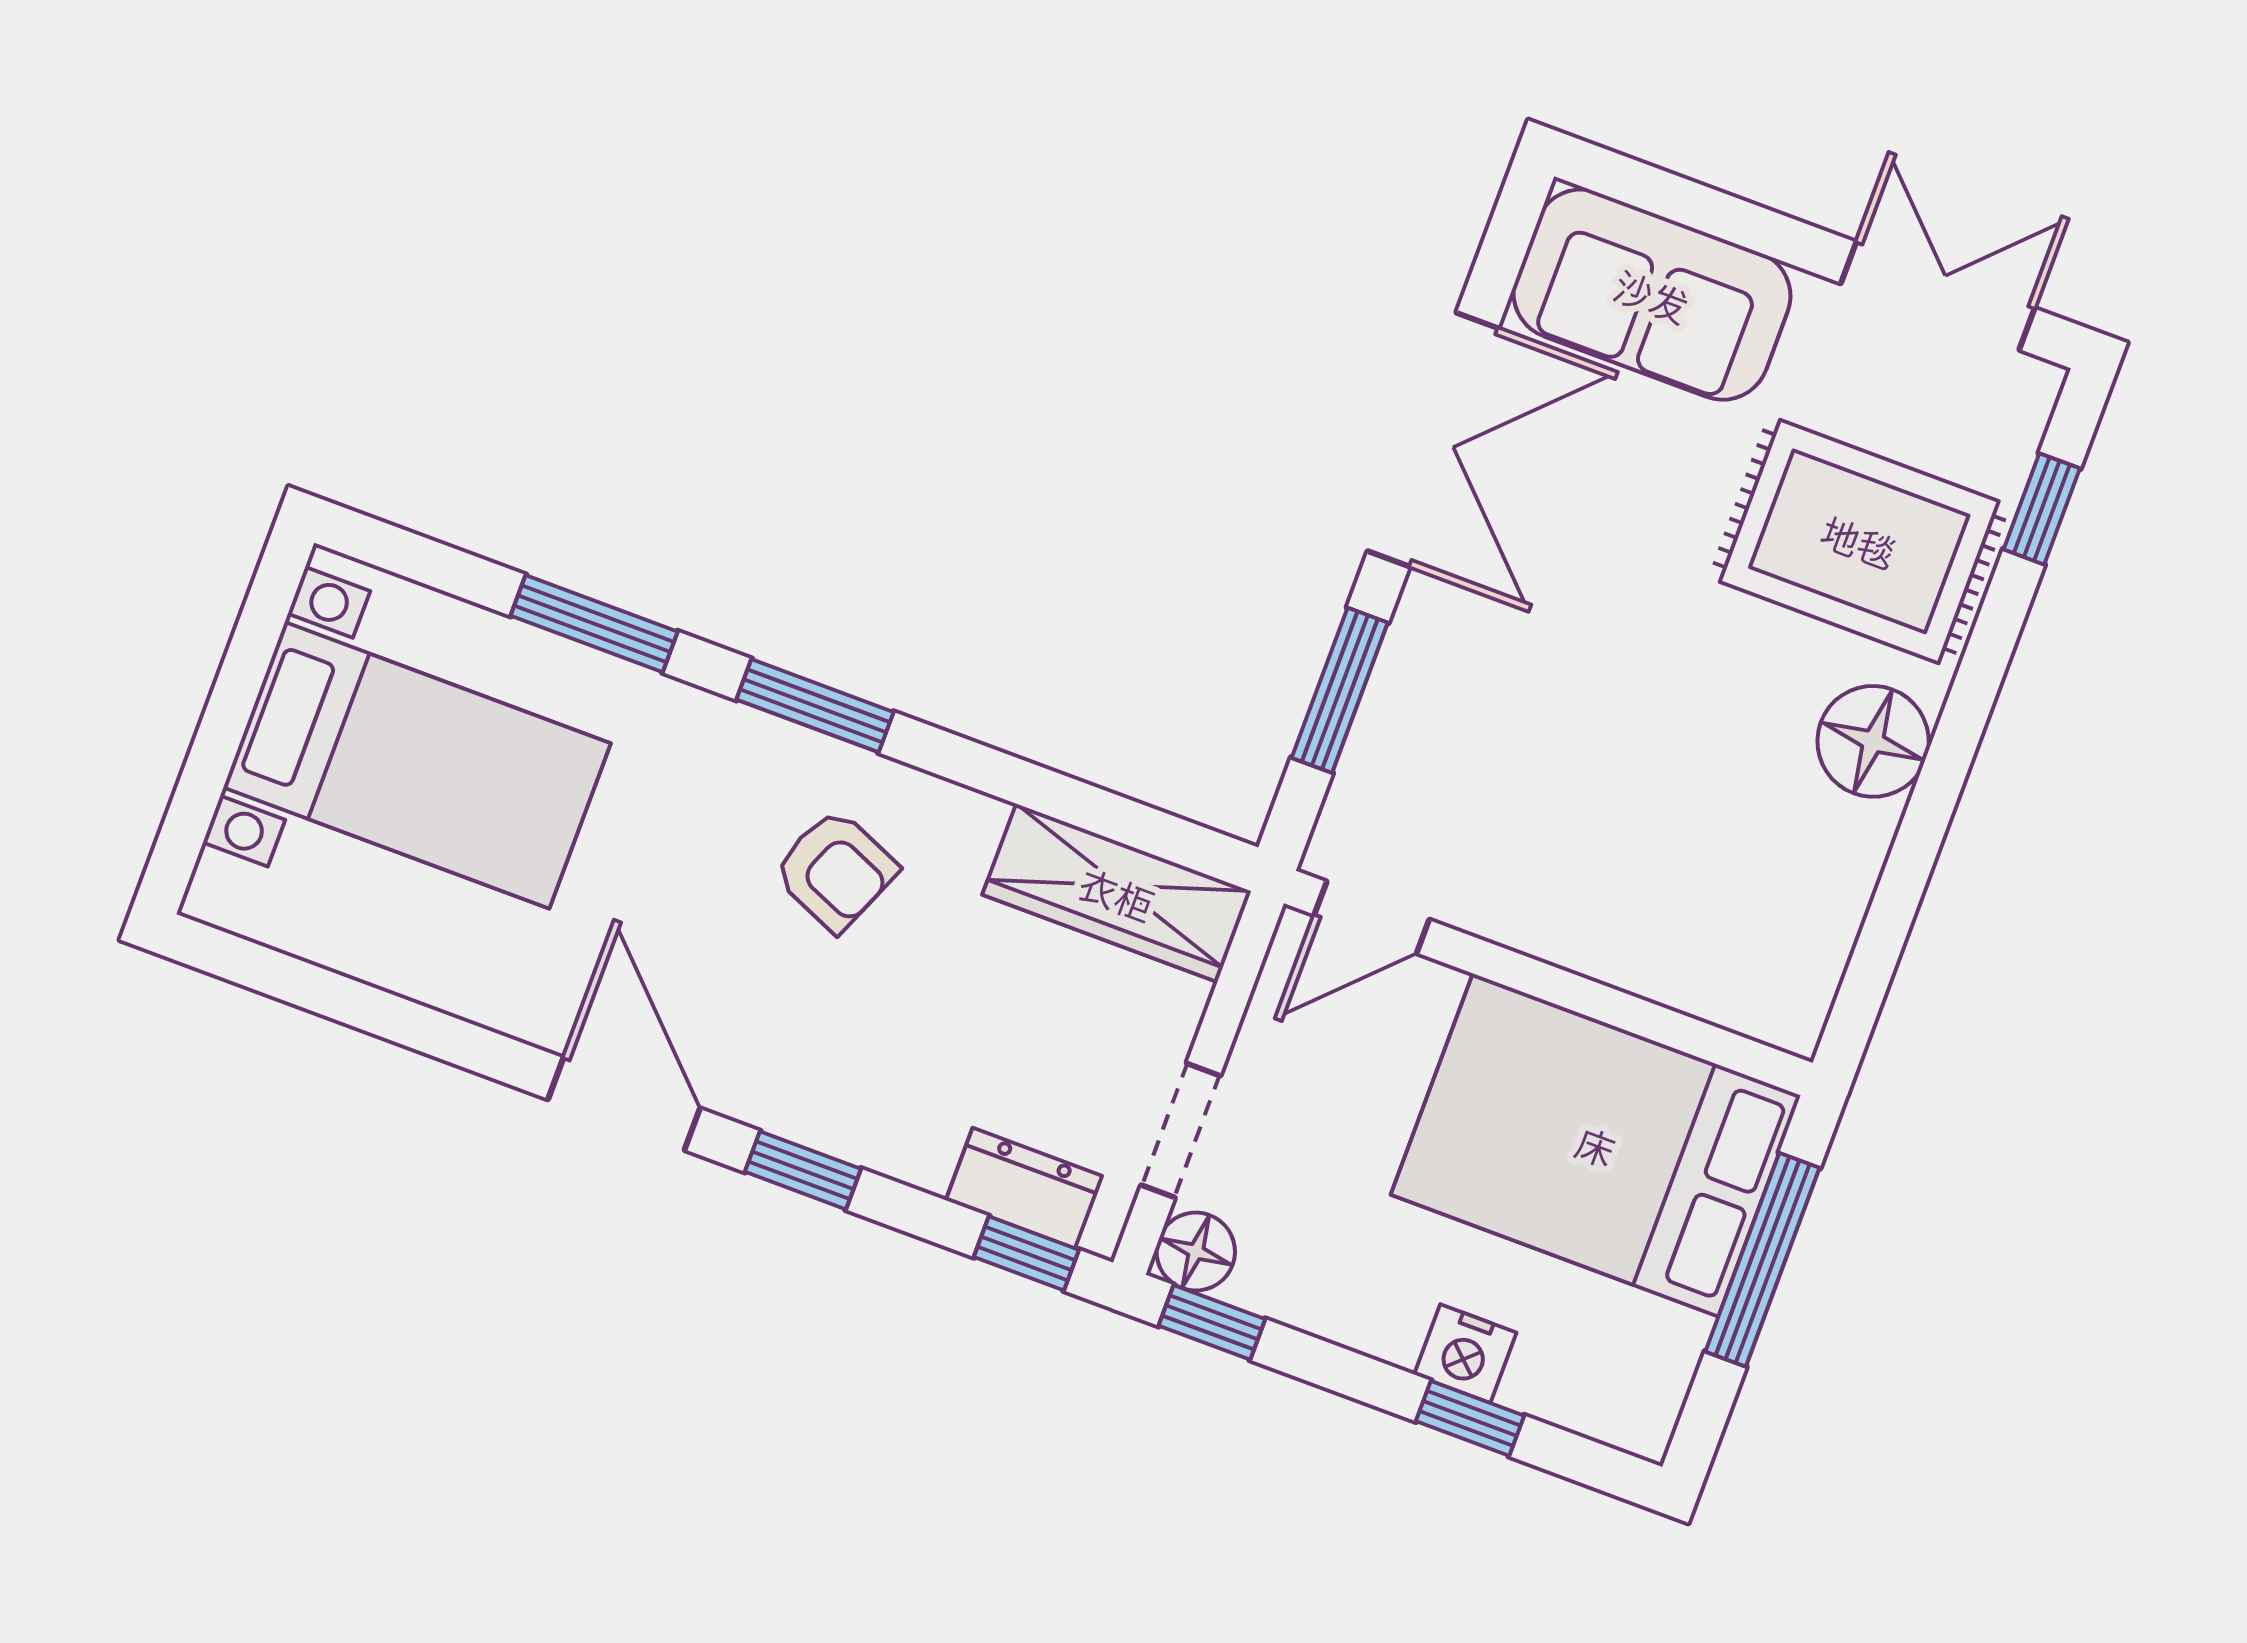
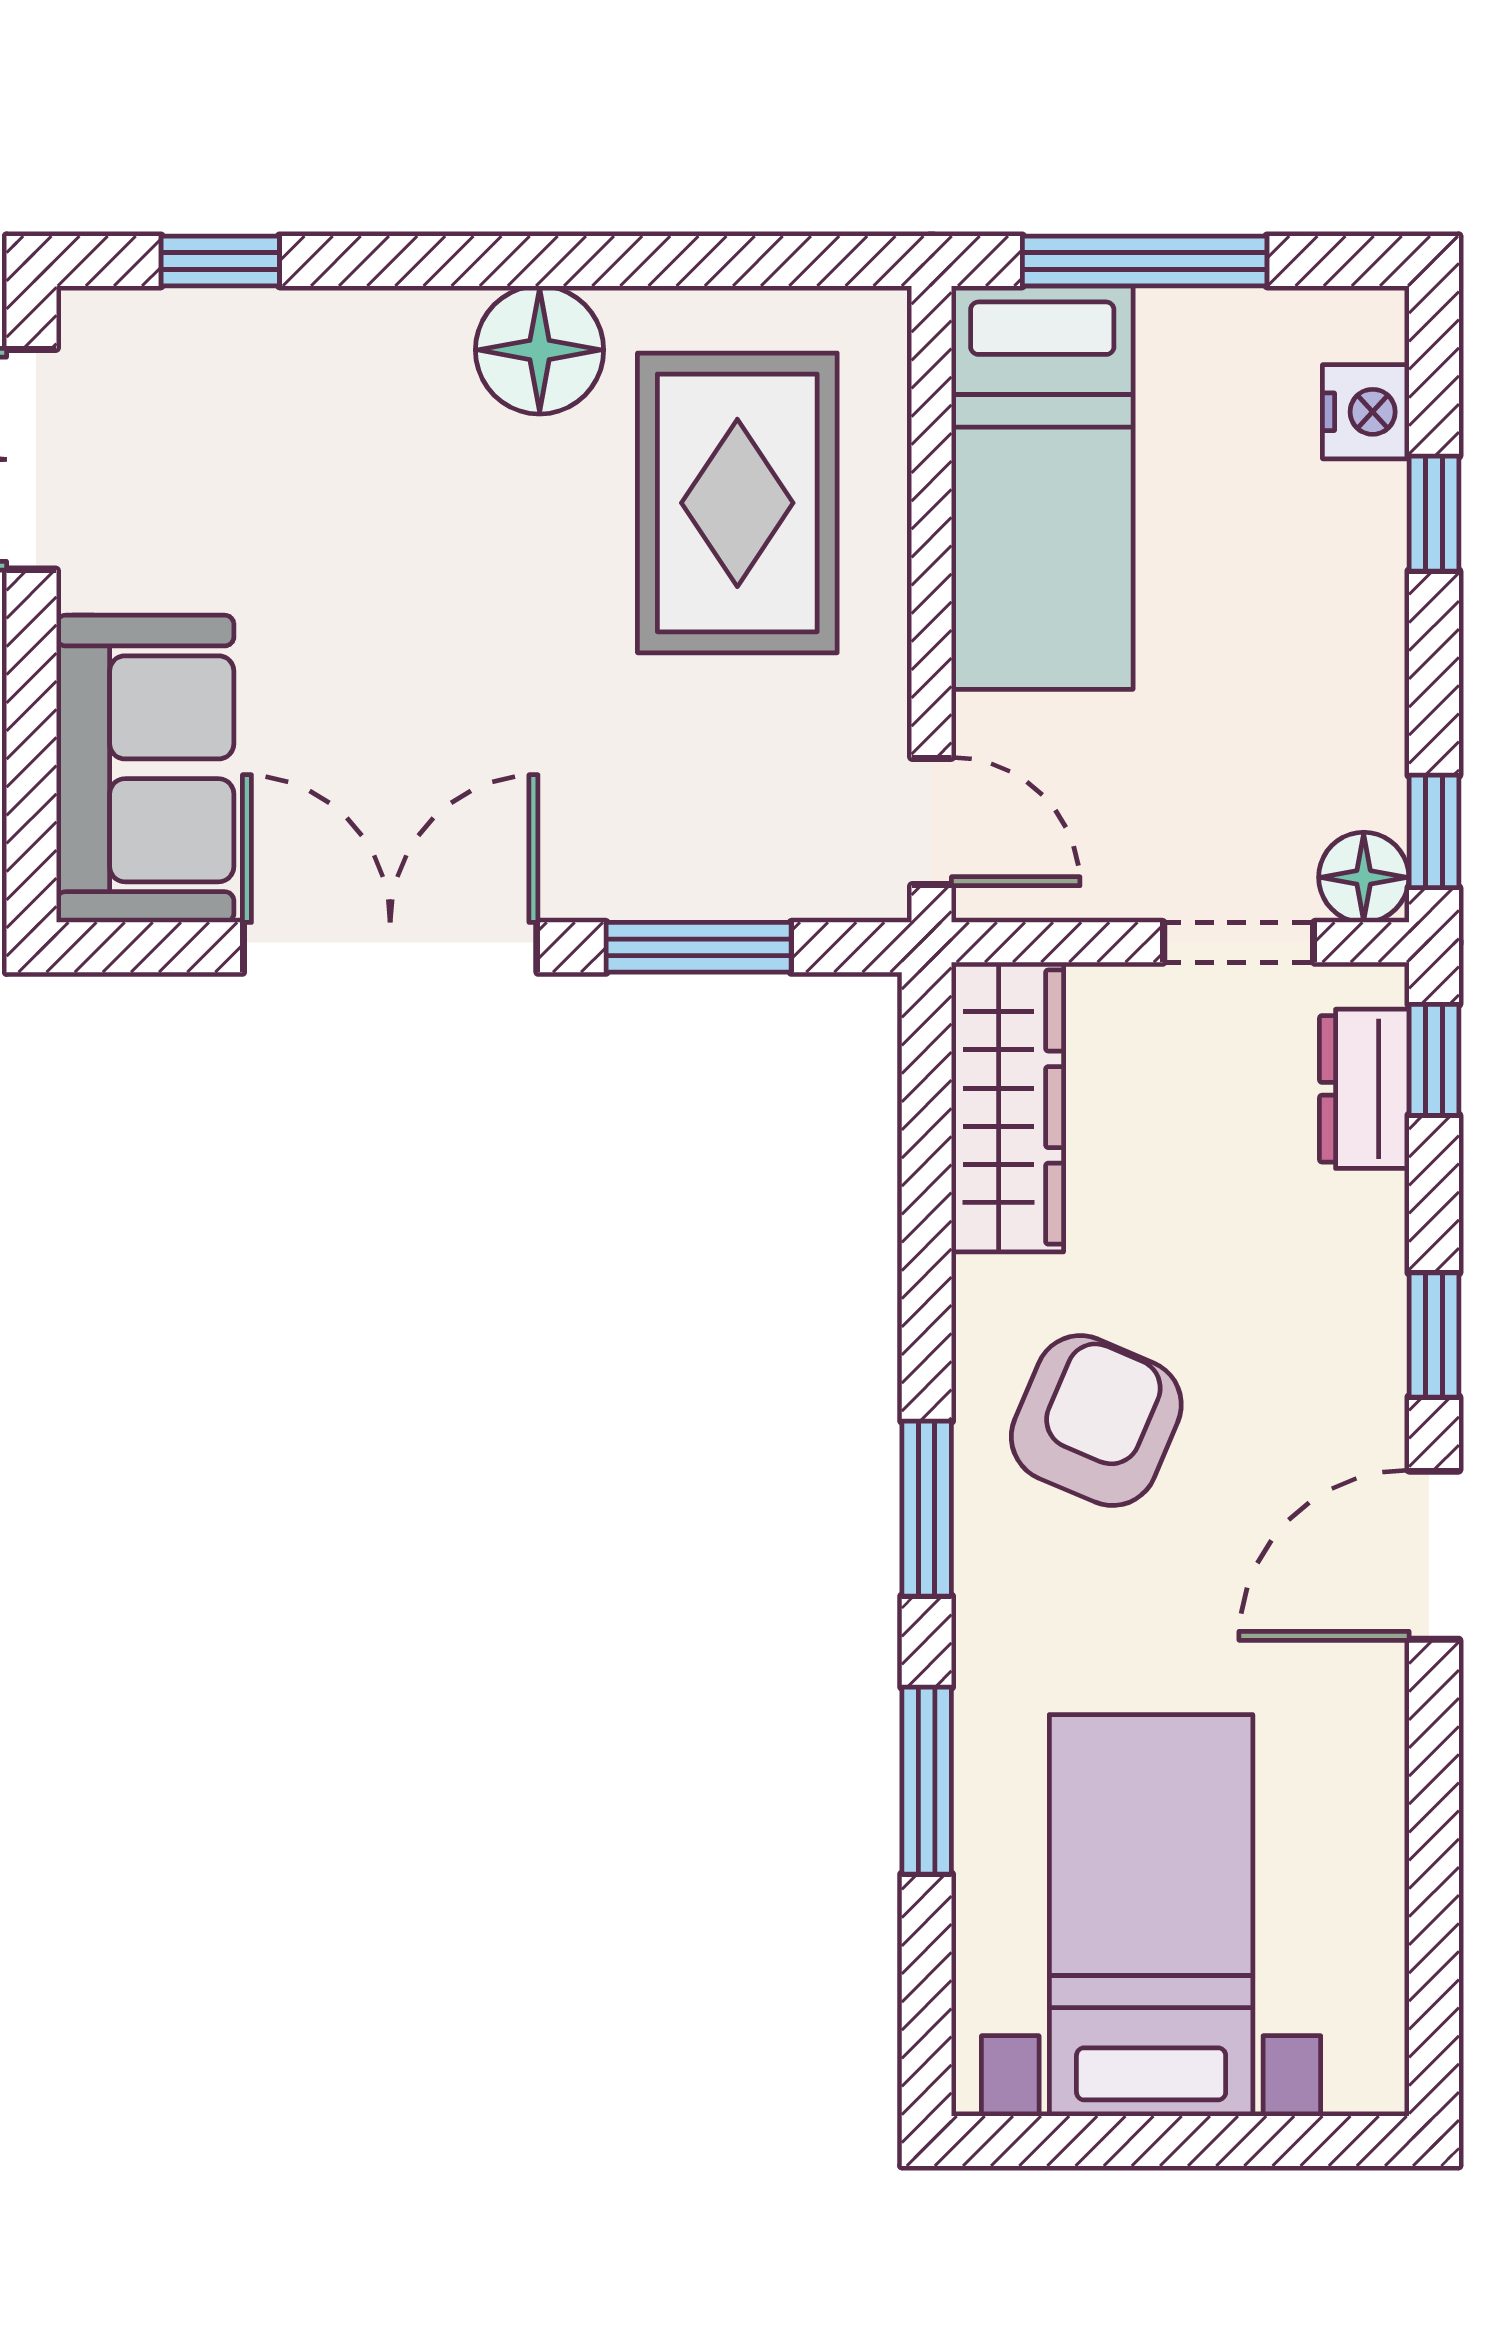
rug: (1859, 541) -> (737, 503), moved
armchair: (835, 870) -> (1096, 1421), width x1.38, depth x1.38
bed: (1596, 1145) -> (1042, 488), width x0.67
nightstand: (1465, 1354) -> (1366, 412), moved

